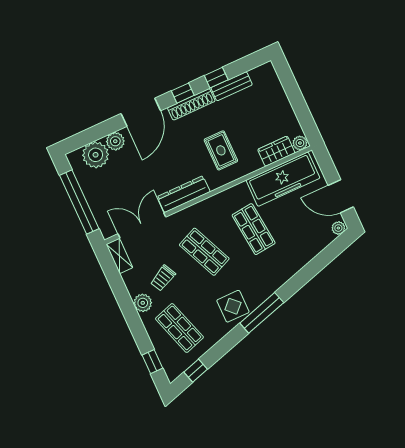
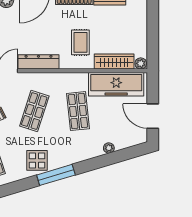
wardrobe: (276, 151) -> (114, 62), width x1.50
plant: (338, 228) -> (109, 148), moved
shop shelf: (204, 252) -> (34, 111), turned 42

